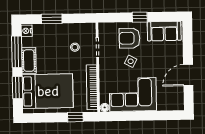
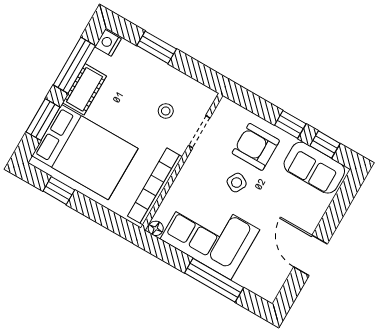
window: (163, 17) -> (325, 145), added
door: (188, 75) -> (310, 255), hinge flipped
window: (148, 116) -> (214, 280), added
window: (75, 117) -> (59, 191), moved

